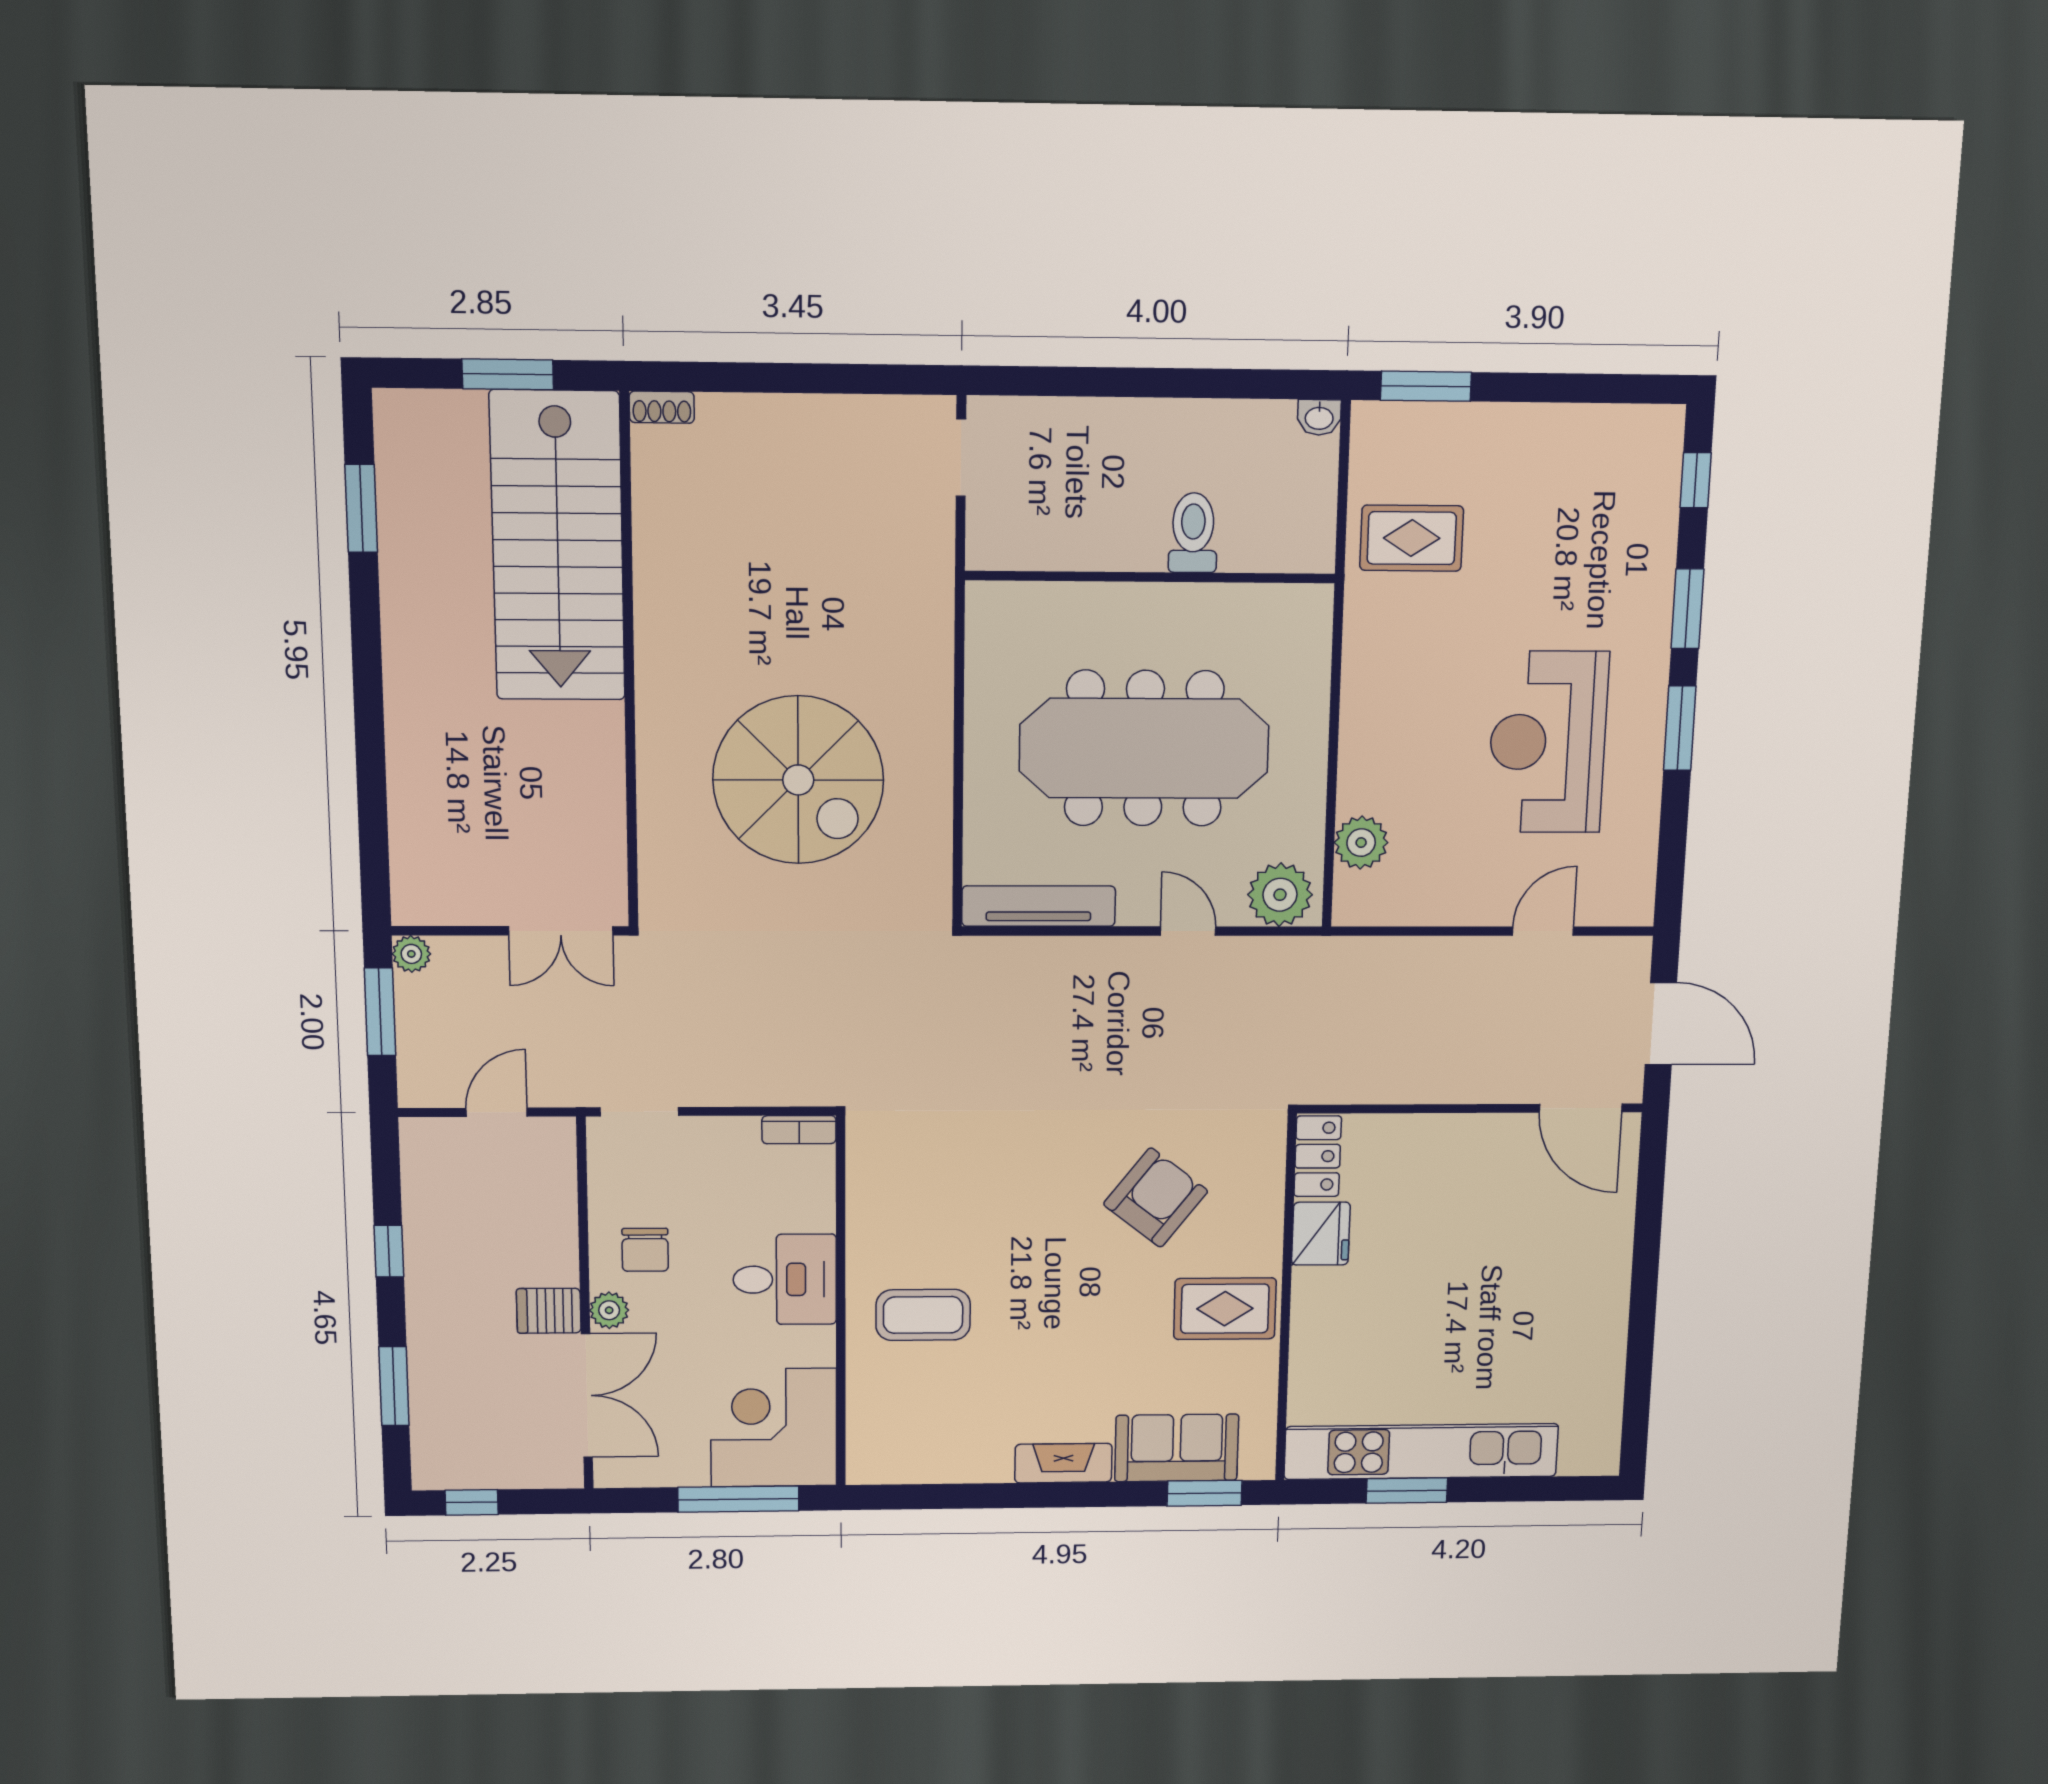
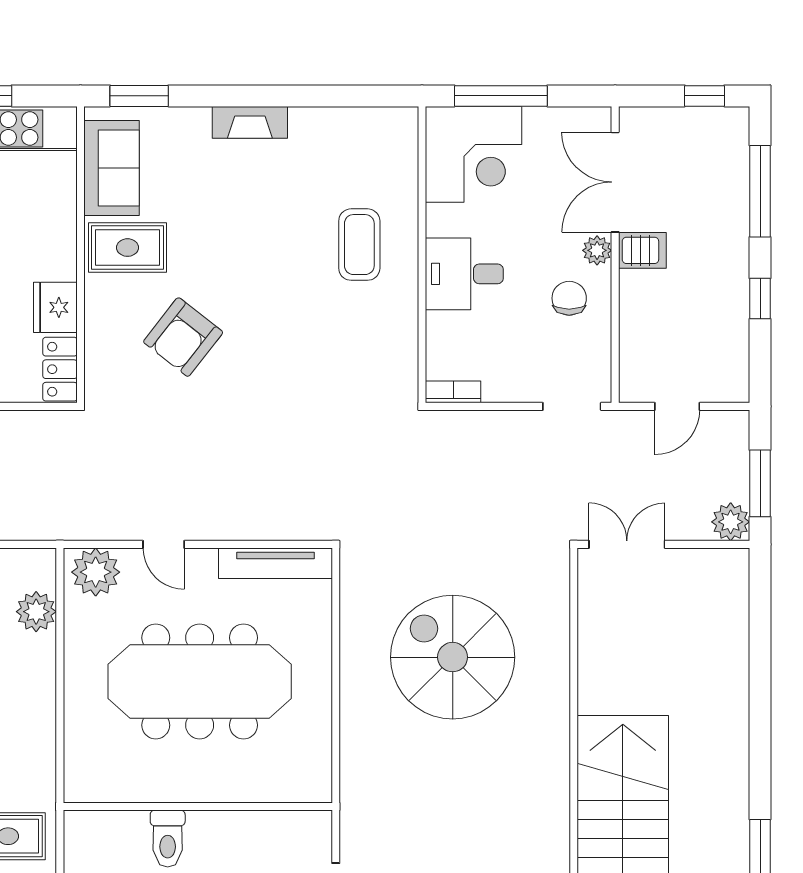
plant: (411, 954) -> (731, 522), width x1.38, depth x1.38
coffee table: (923, 1315) -> (359, 245), turned 90
window: (394, 1386) -> (760, 191), width x1.44
sofa: (1177, 1448) -> (112, 168), moved, turned -90

